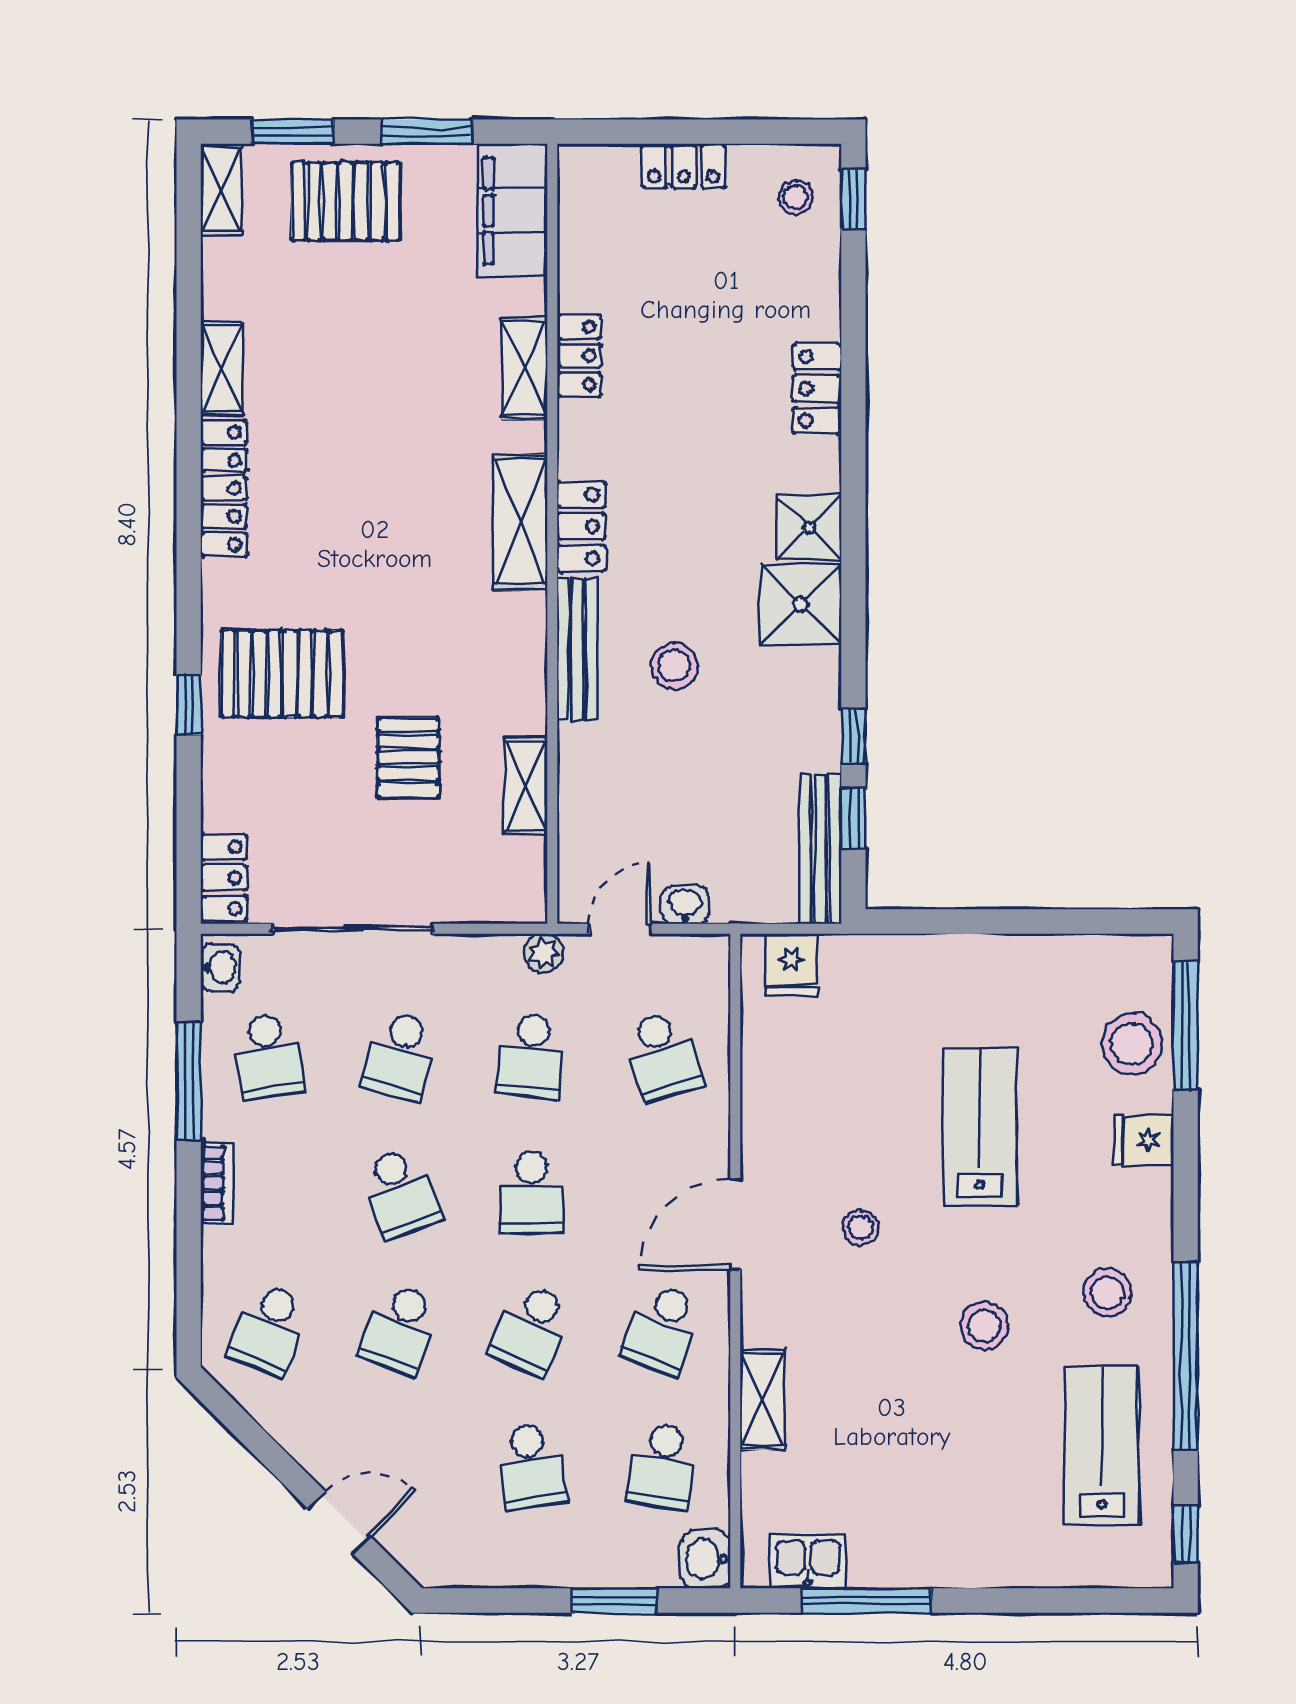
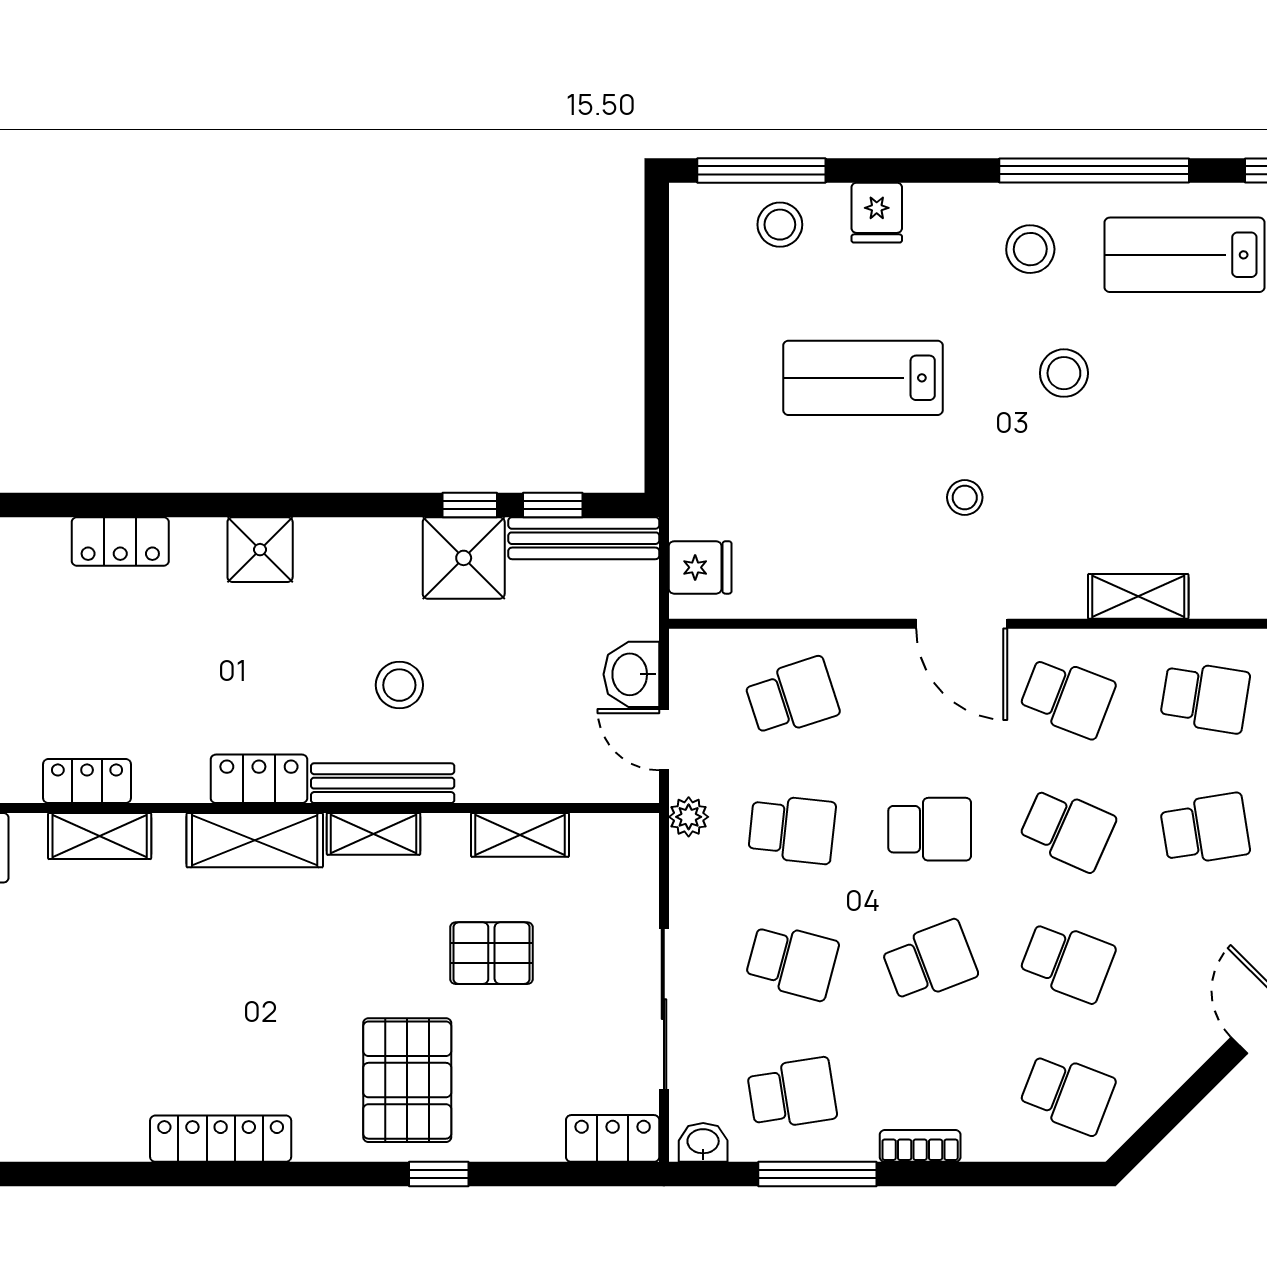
shelving: (222, 368) -> (373, 834), moved
shower: (801, 604) -> (464, 558), moved
washbasin: (685, 905) -> (631, 674), width x1.38, depth x1.45
stool: (1132, 1044) -> (780, 225), width x0.73, depth x0.73

